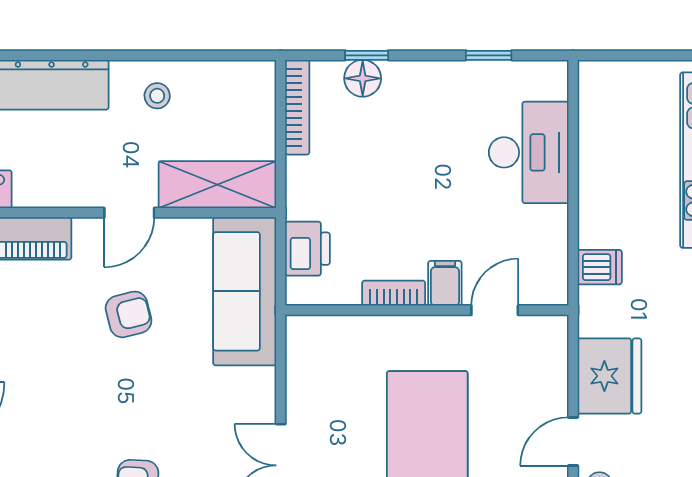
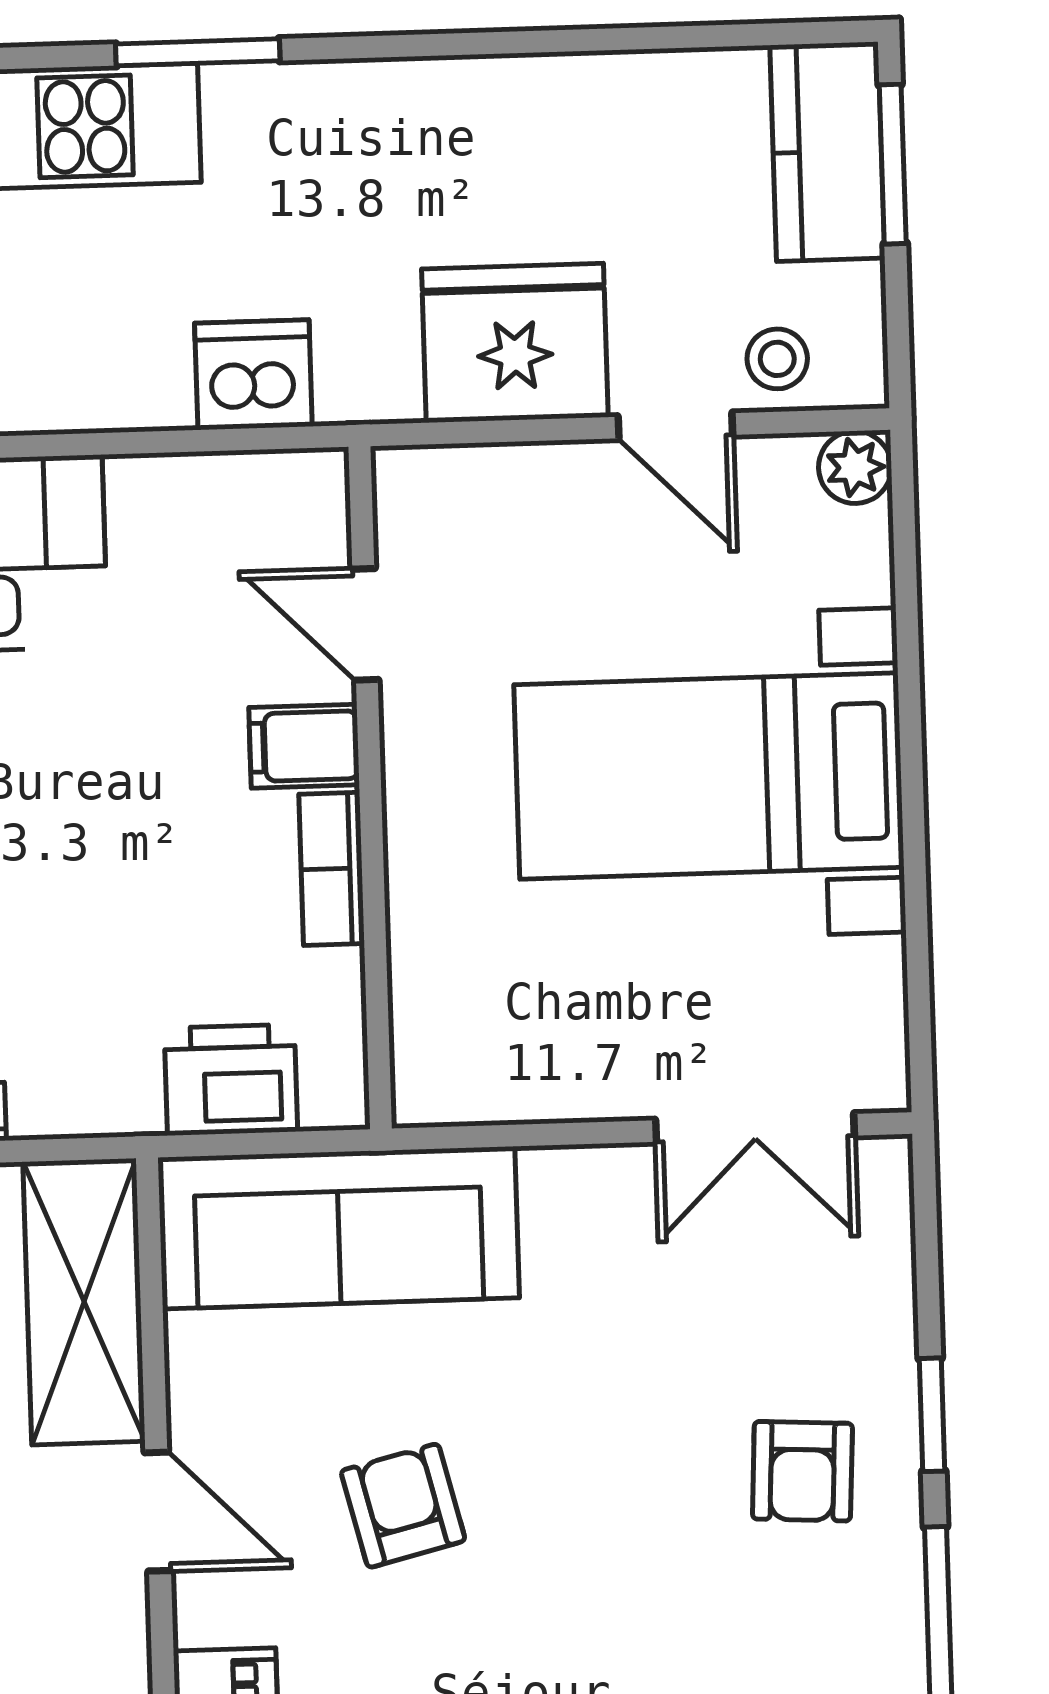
dishwasher: (600, 267) -> (253, 375), width x1.38

